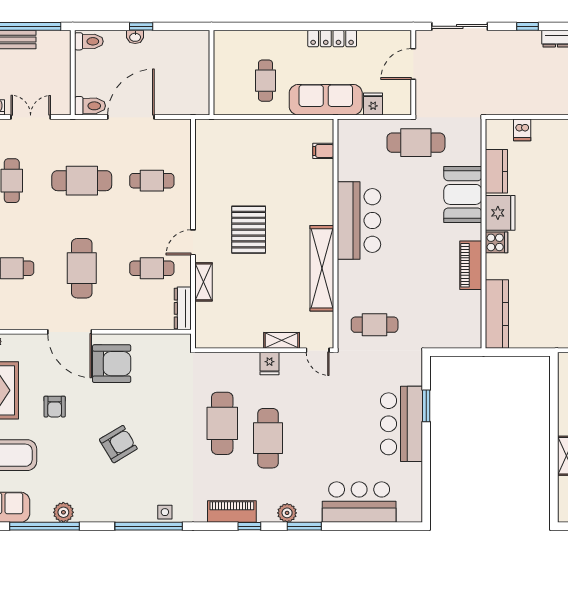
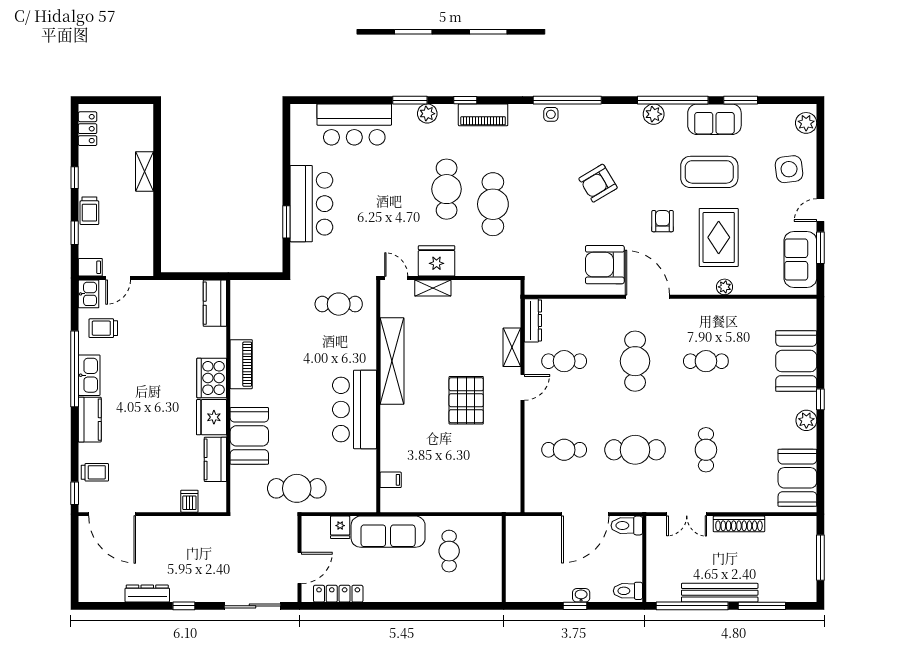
locker: (332, 38) -> (338, 594), moved
cooker: (497, 242) -> (212, 378), width x1.87, depth x1.31
kitchen counter: (497, 314) -> (215, 303), width x0.67
fridge: (269, 363) -> (437, 261), width x1.88, depth x1.34

